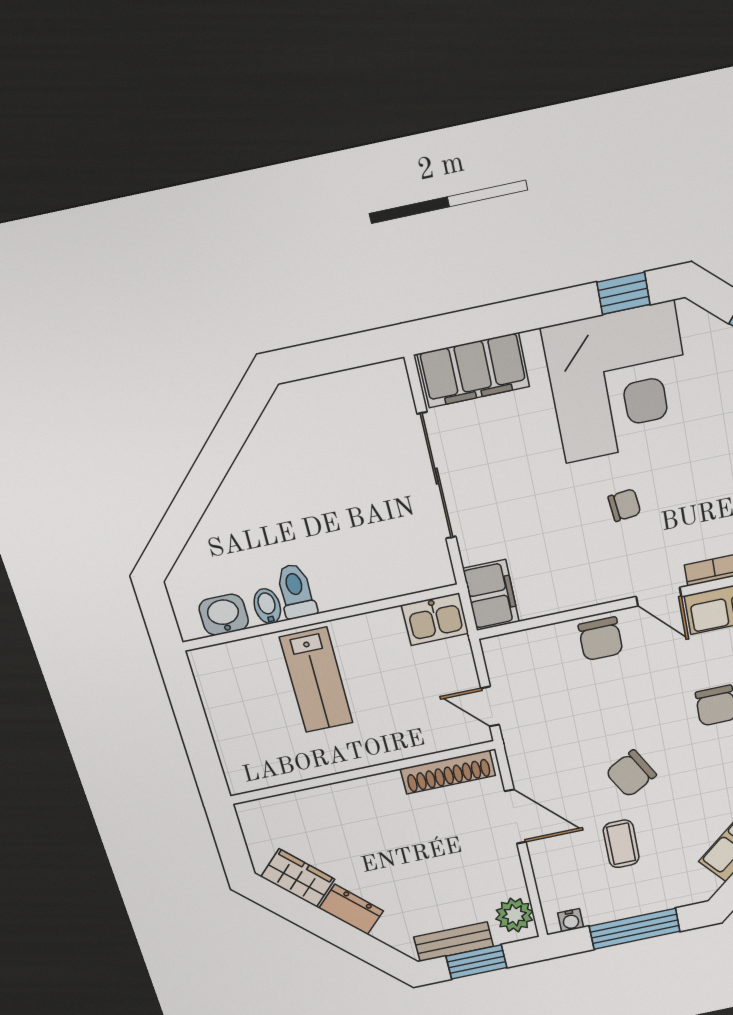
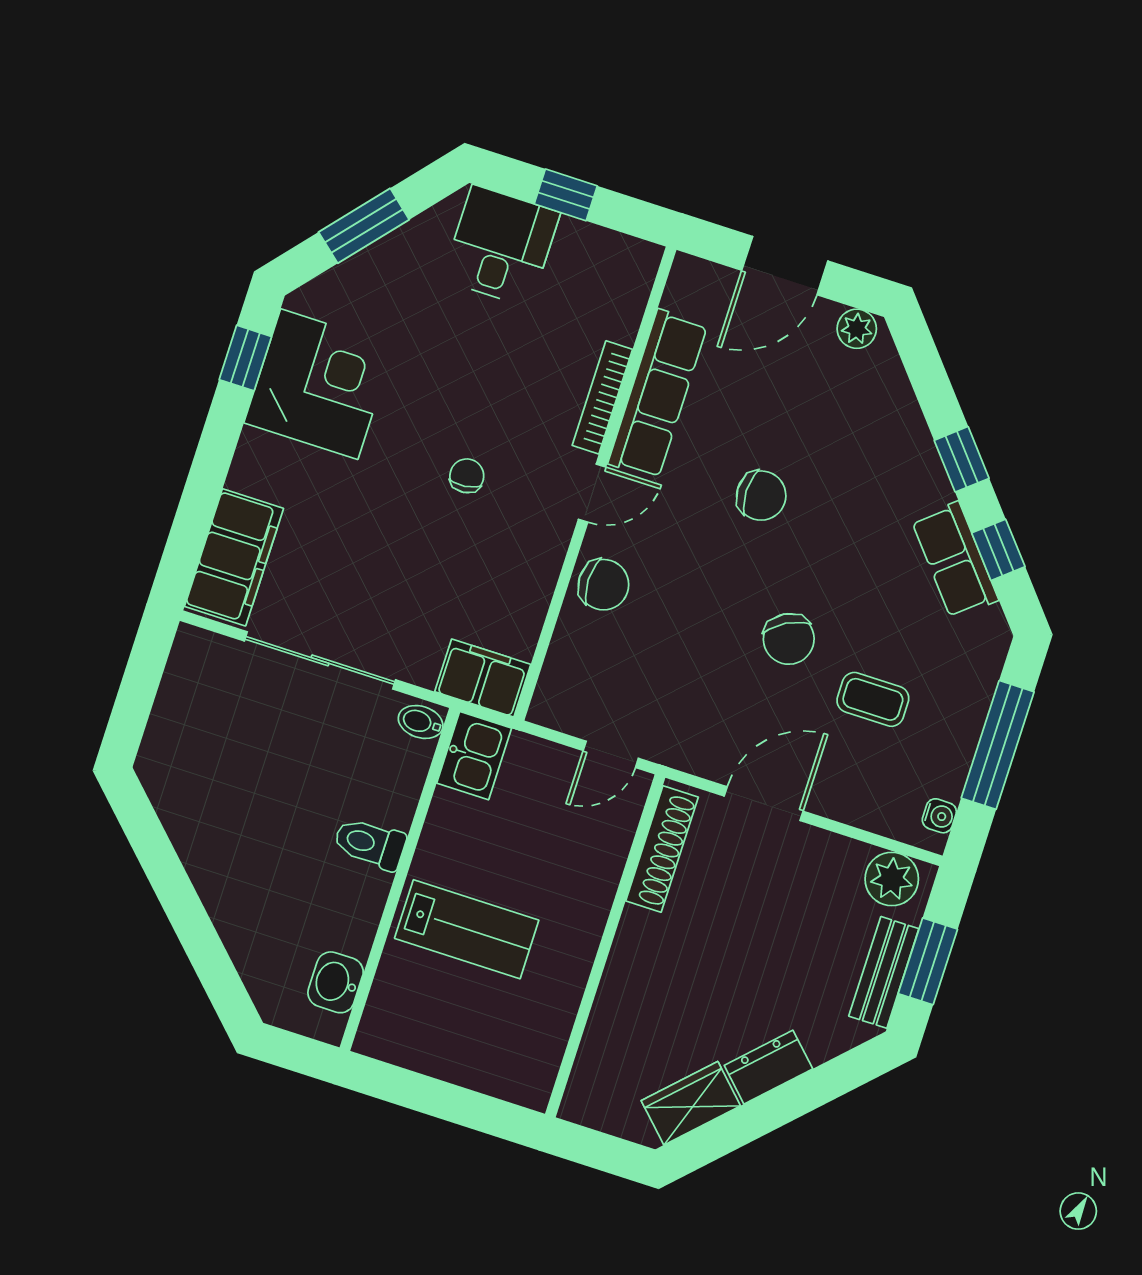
corner desk: (619, 383) -> (319, 384), width x0.74, depth x0.74
toilet: (296, 591) -> (370, 844), moved
bidet: (267, 606) -> (421, 722), moved

